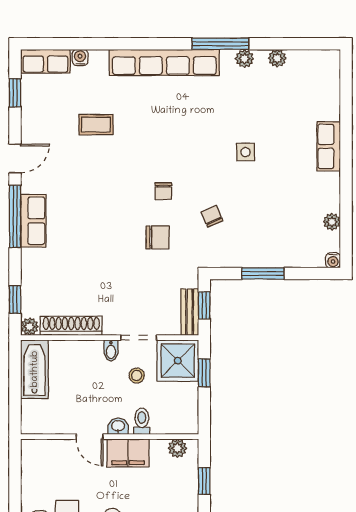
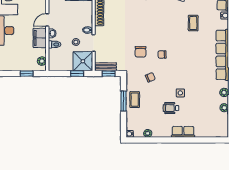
wheelchair: (278, 172) -> (171, 108), added
coffee table: (260, 250) -> (135, 100), added

